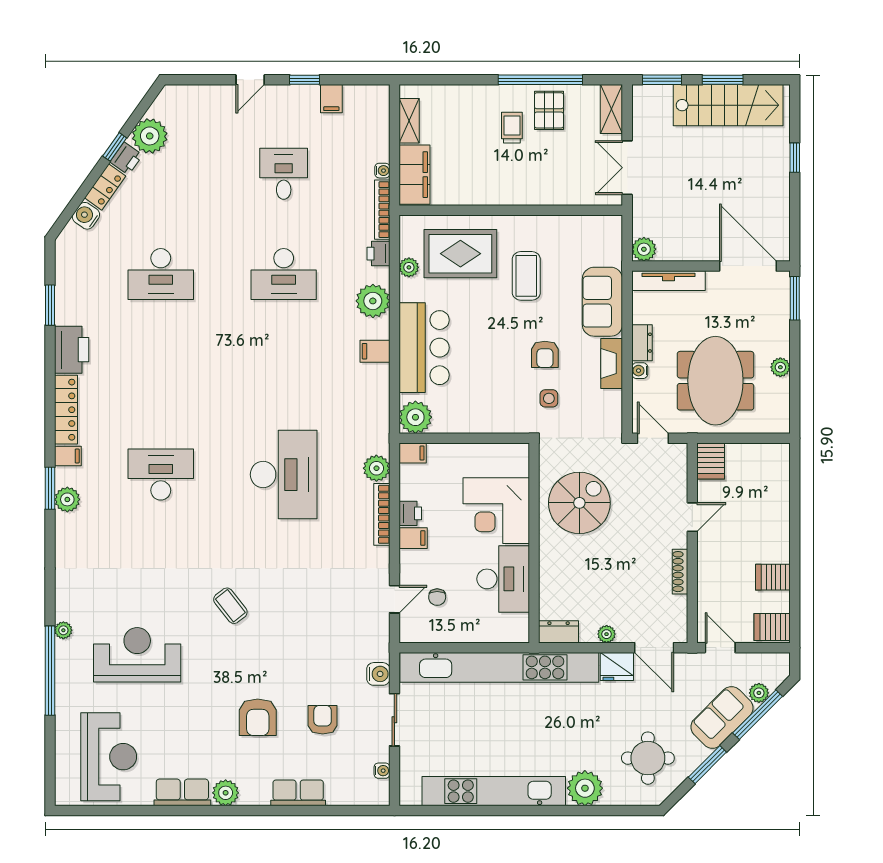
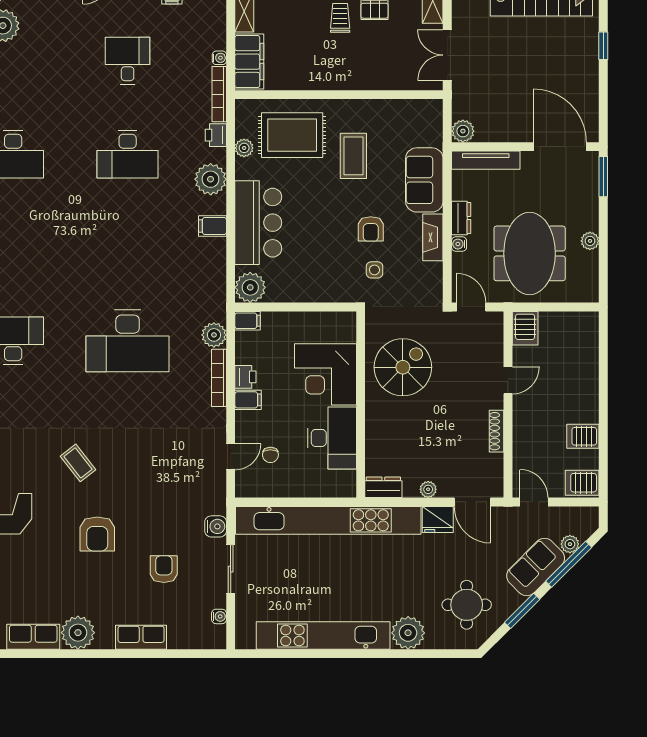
desk: (284, 475) -> (128, 341), turned 90
armchair: (258, 717) -> (97, 534), moved
plant: (226, 793) -> (78, 633), width x1.36, depth x1.36

